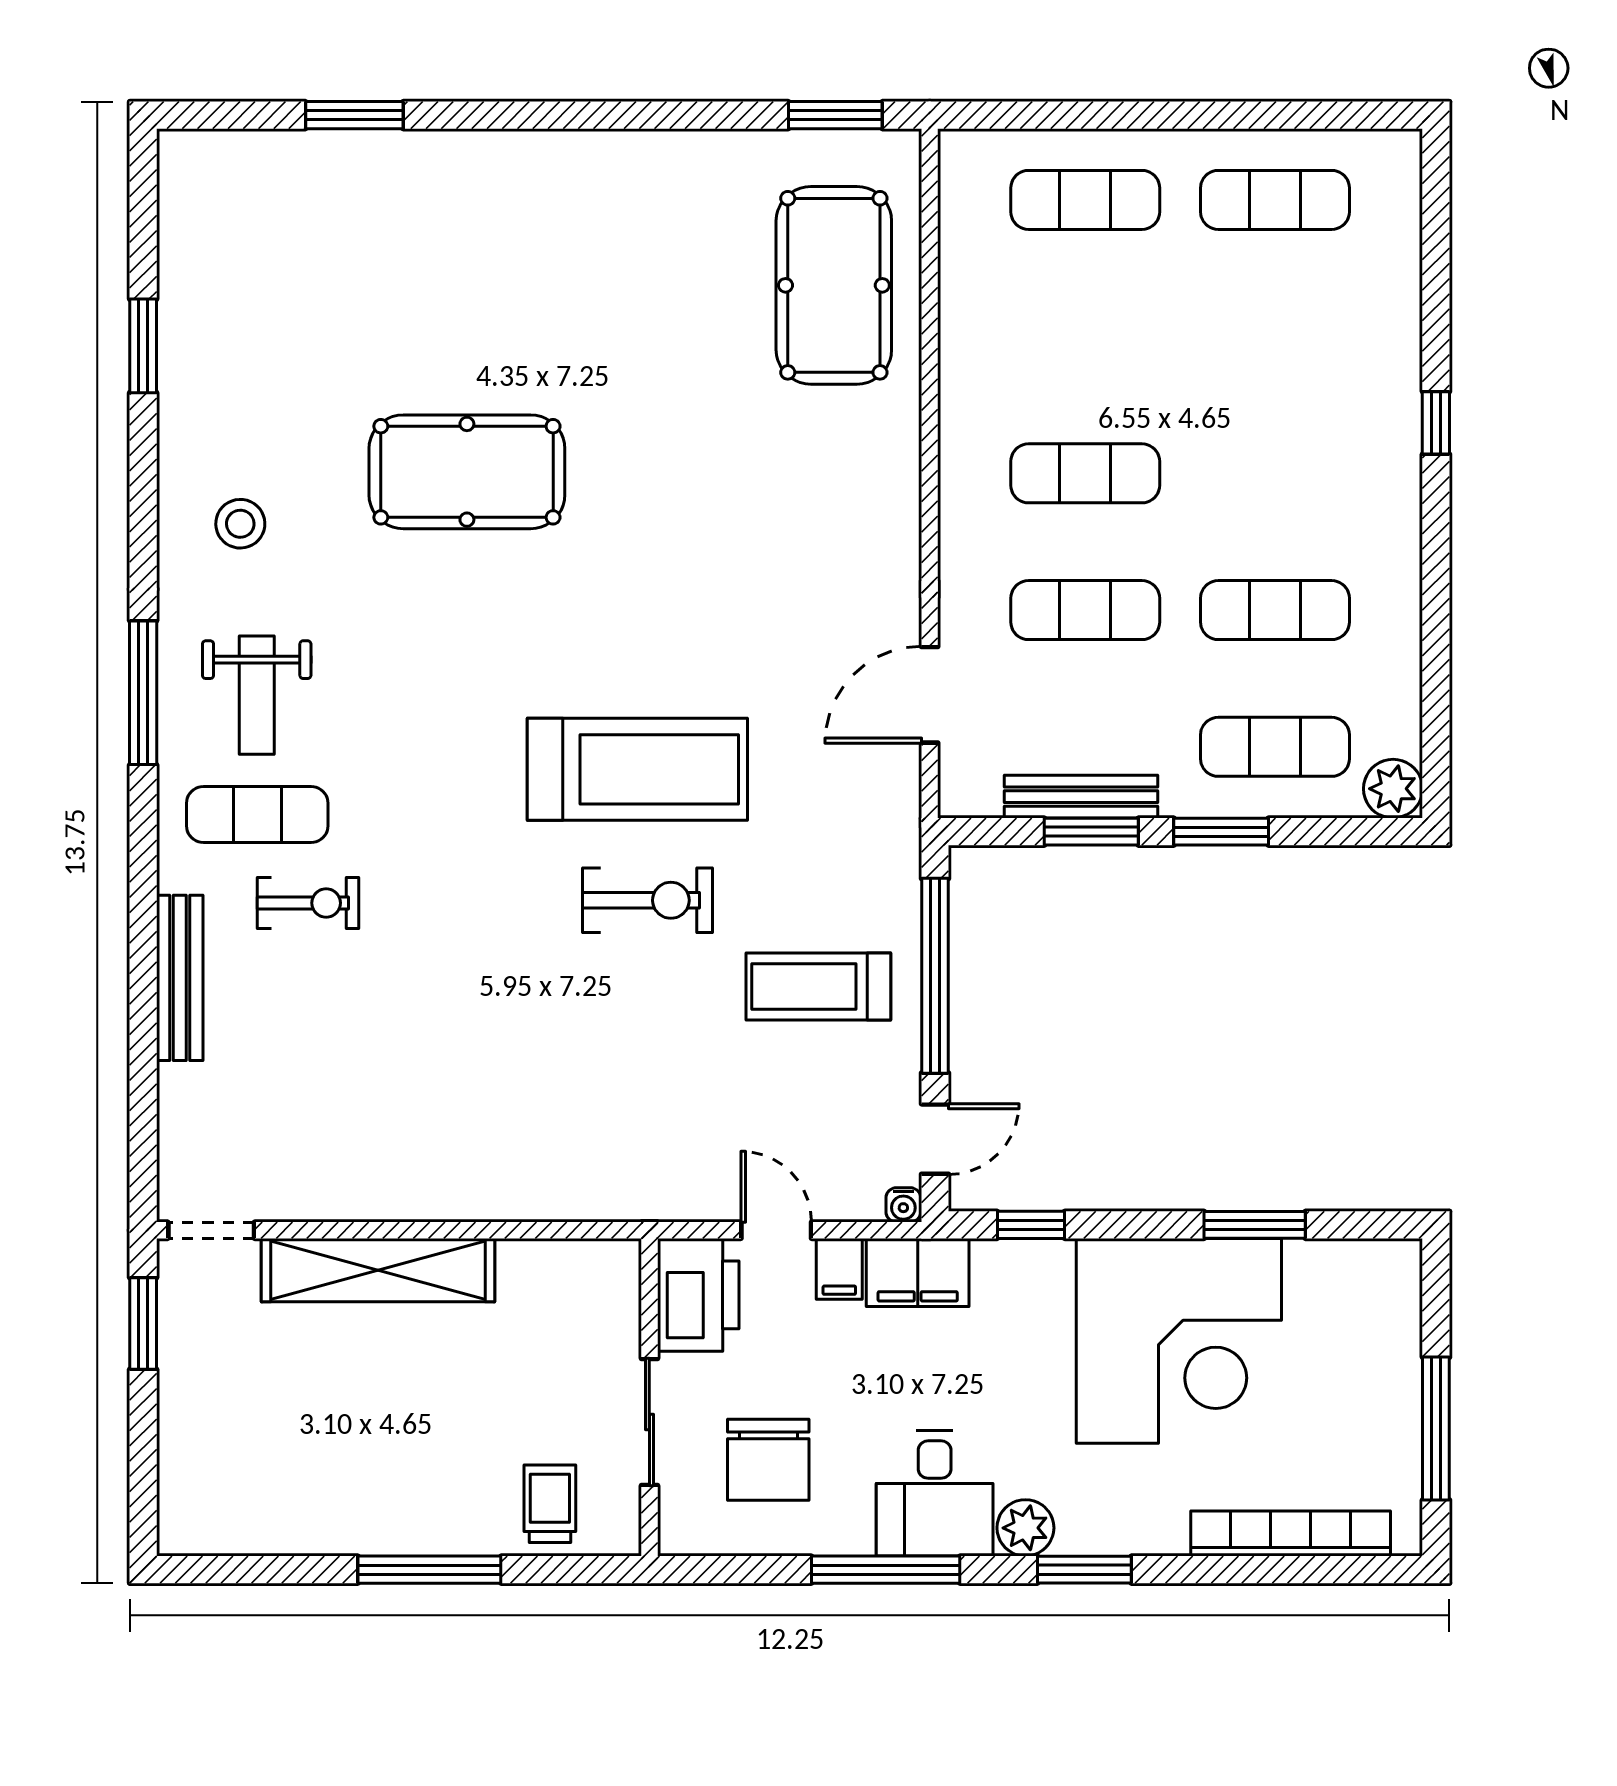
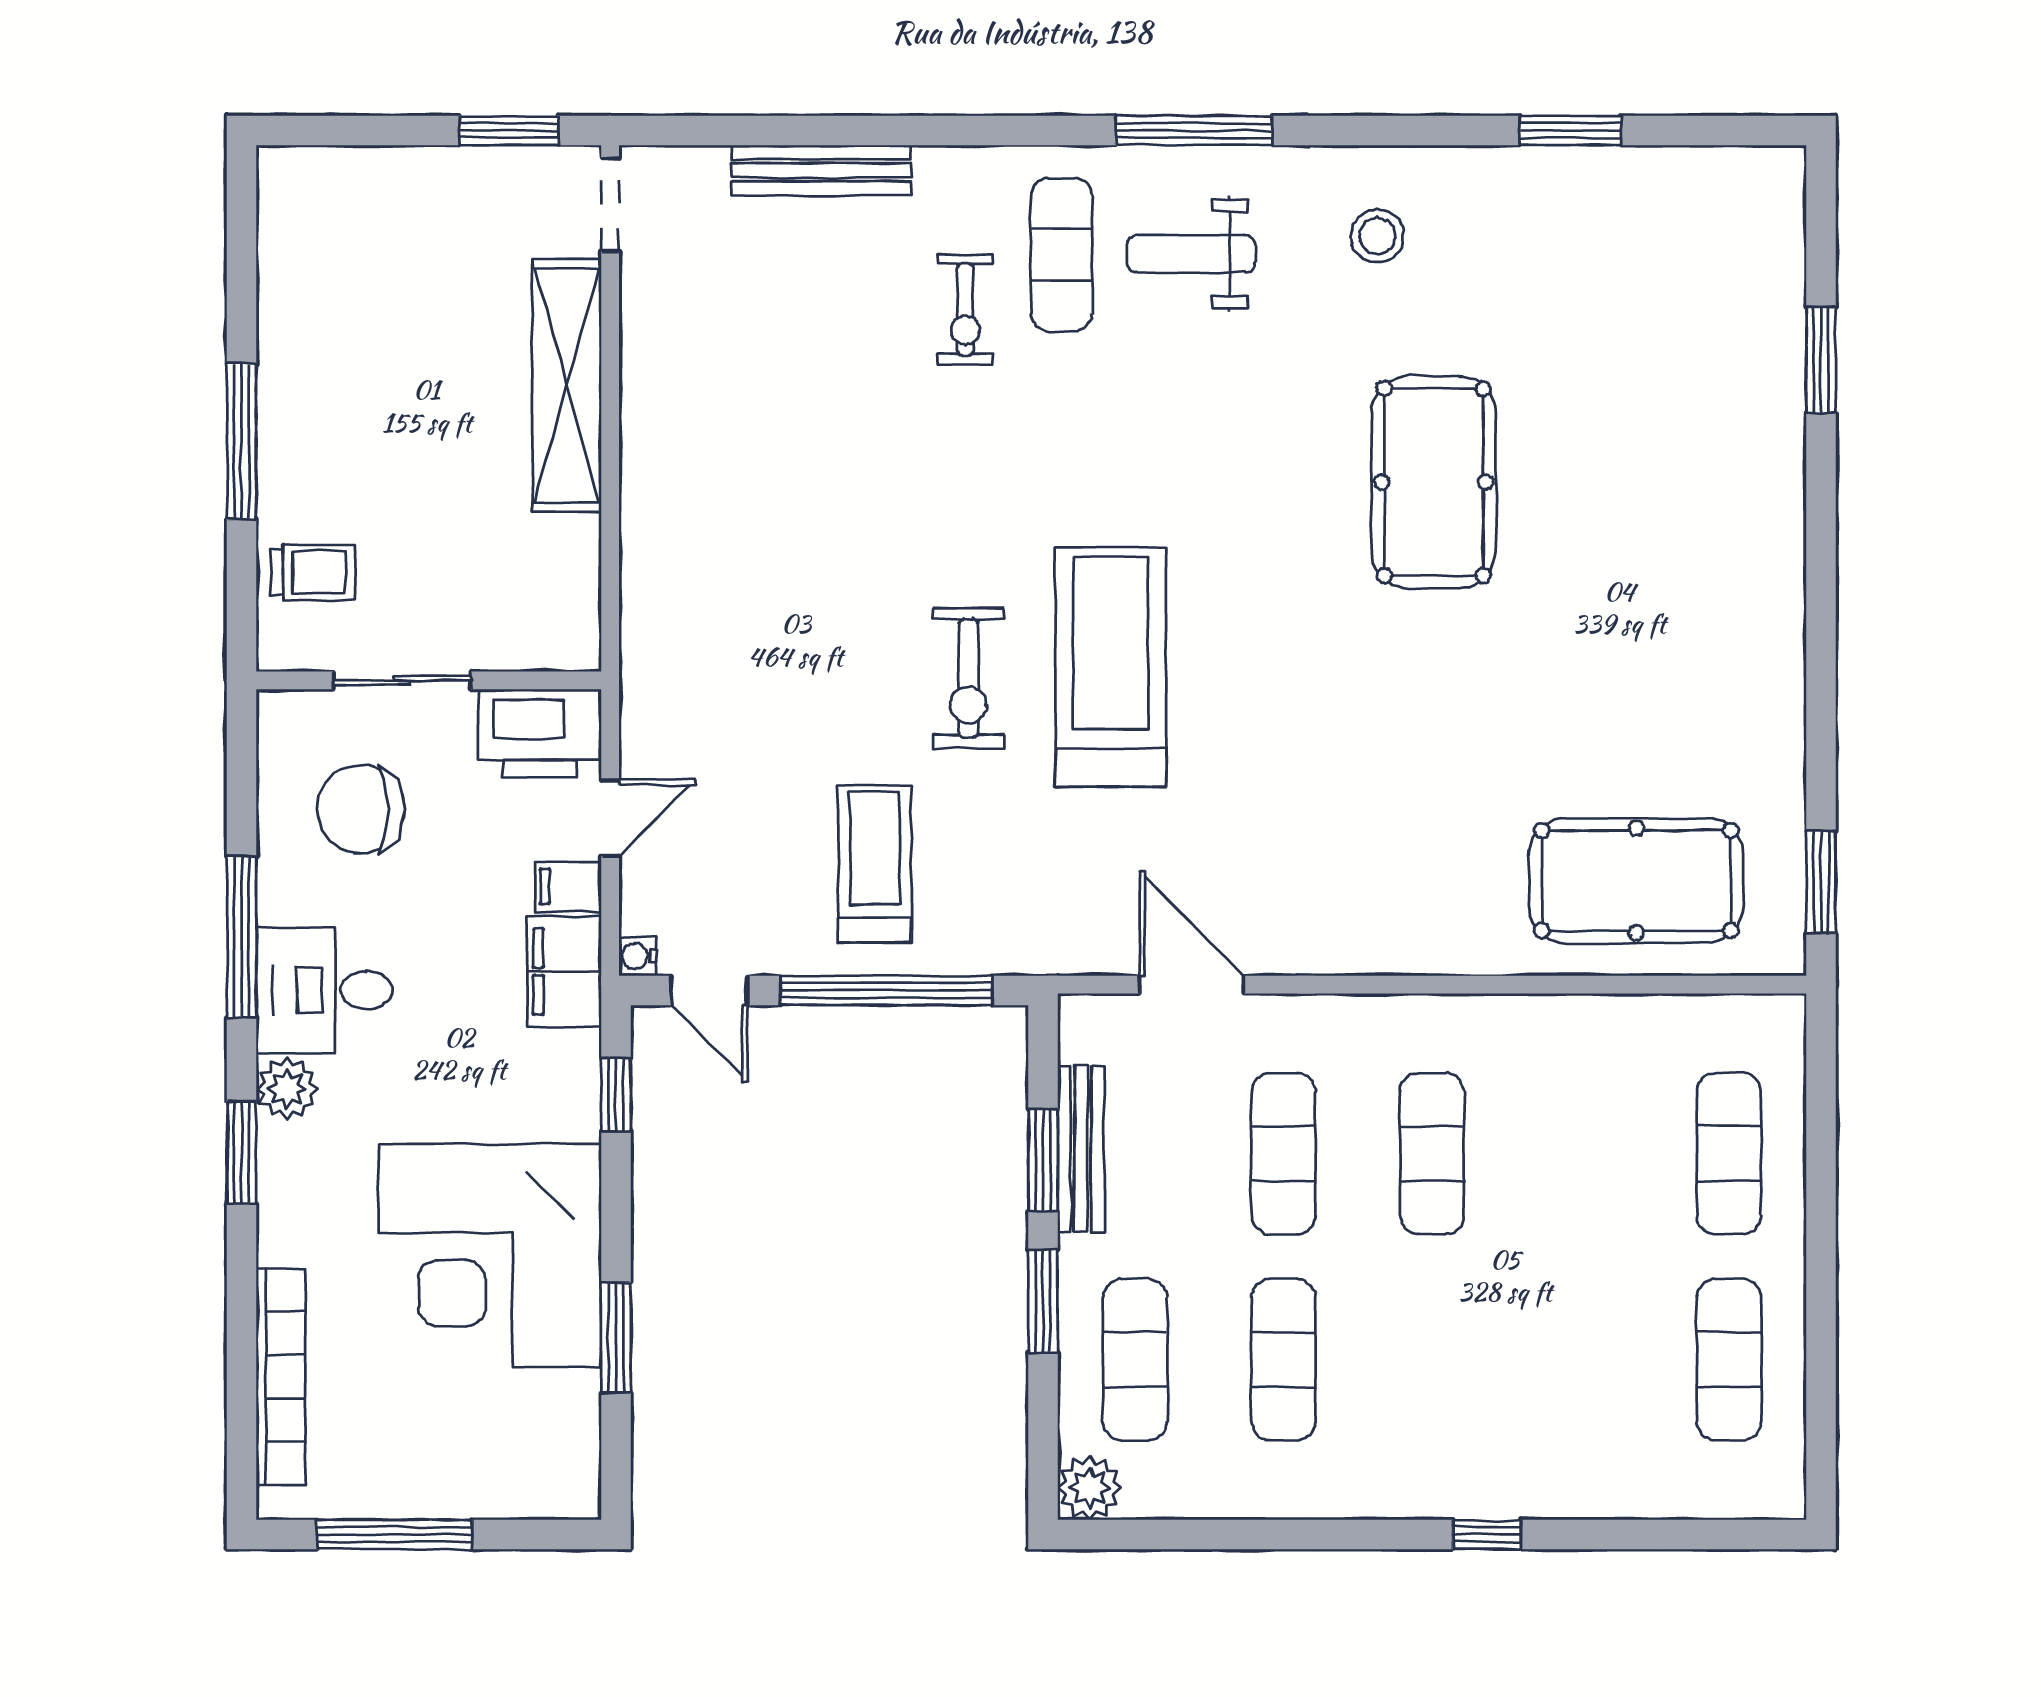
treadmill: (637, 769) -> (1111, 667), turned 180
bench: (180, 978) -> (821, 170), moved

